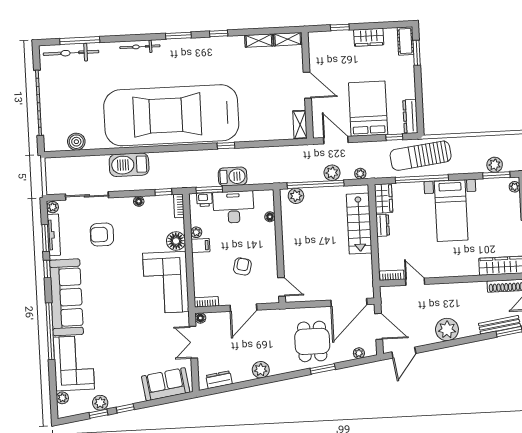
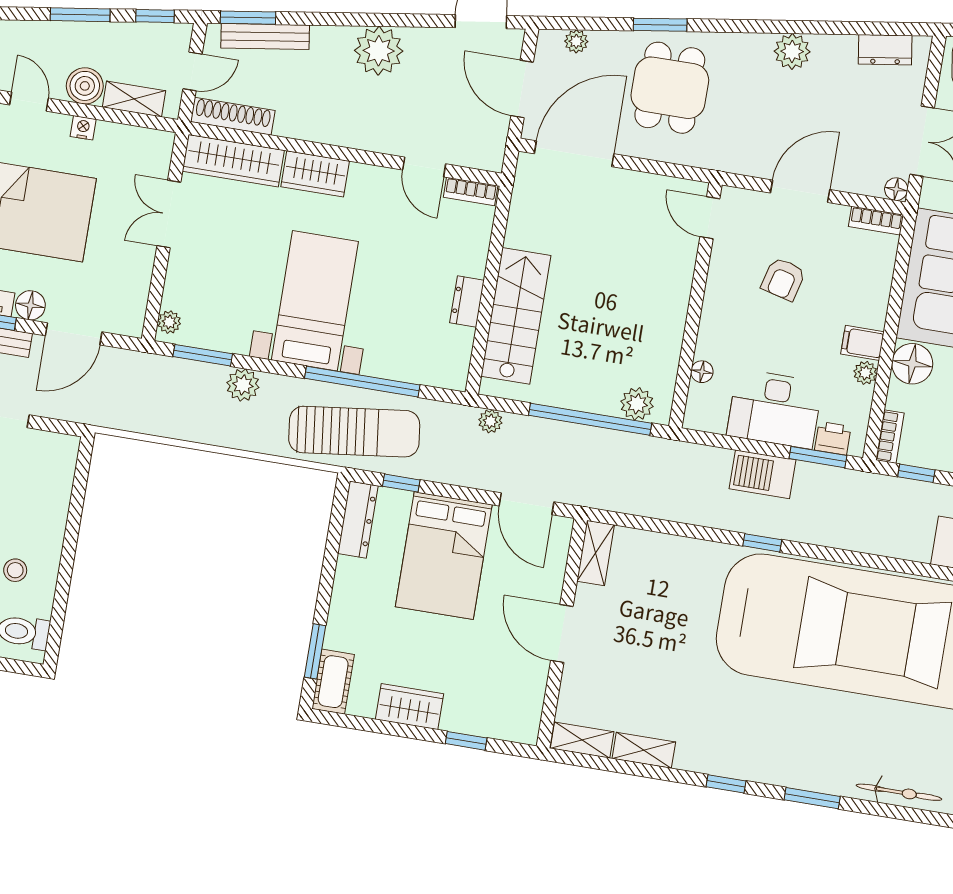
plant: (495, 165) -> (243, 385), moved
plant: (332, 173) -> (550, 436), removed
wardrobe: (383, 198) -> (315, 174), moved, turned -90

